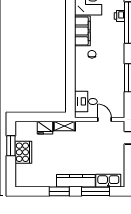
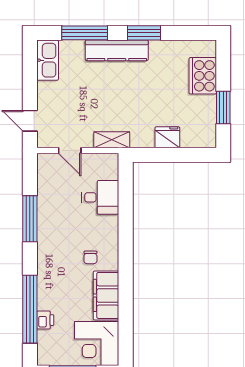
desk: (86, 101) -> (100, 197), moved
shelving: (64, 126) -> (112, 140), moved
cooker: (23, 152) -> (203, 76), moved
kitchen sink: (108, 181) -> (48, 60), moved, turned -90

